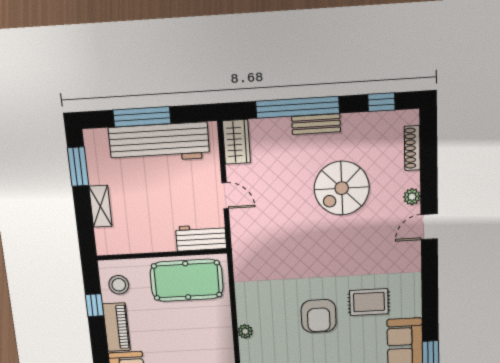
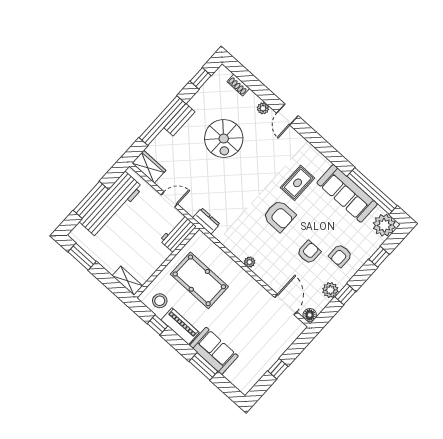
shoe rack: (412, 148) -> (238, 85), width x0.70
shelving: (100, 206) -> (127, 281), moved
dresser: (242, 253) -> (206, 221), added
pool table: (187, 280) -> (199, 280), moved, turned 90

